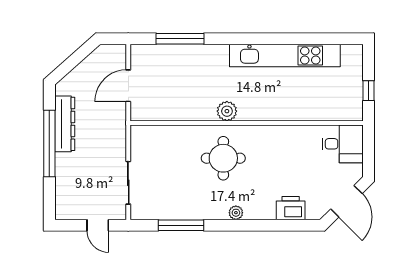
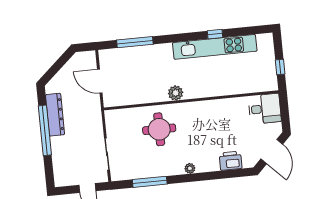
window: (287, 39) -> (215, 34), added
door: (128, 86) -> (100, 81), hinge flipped
round table: (223, 158) -> (159, 129), moved

